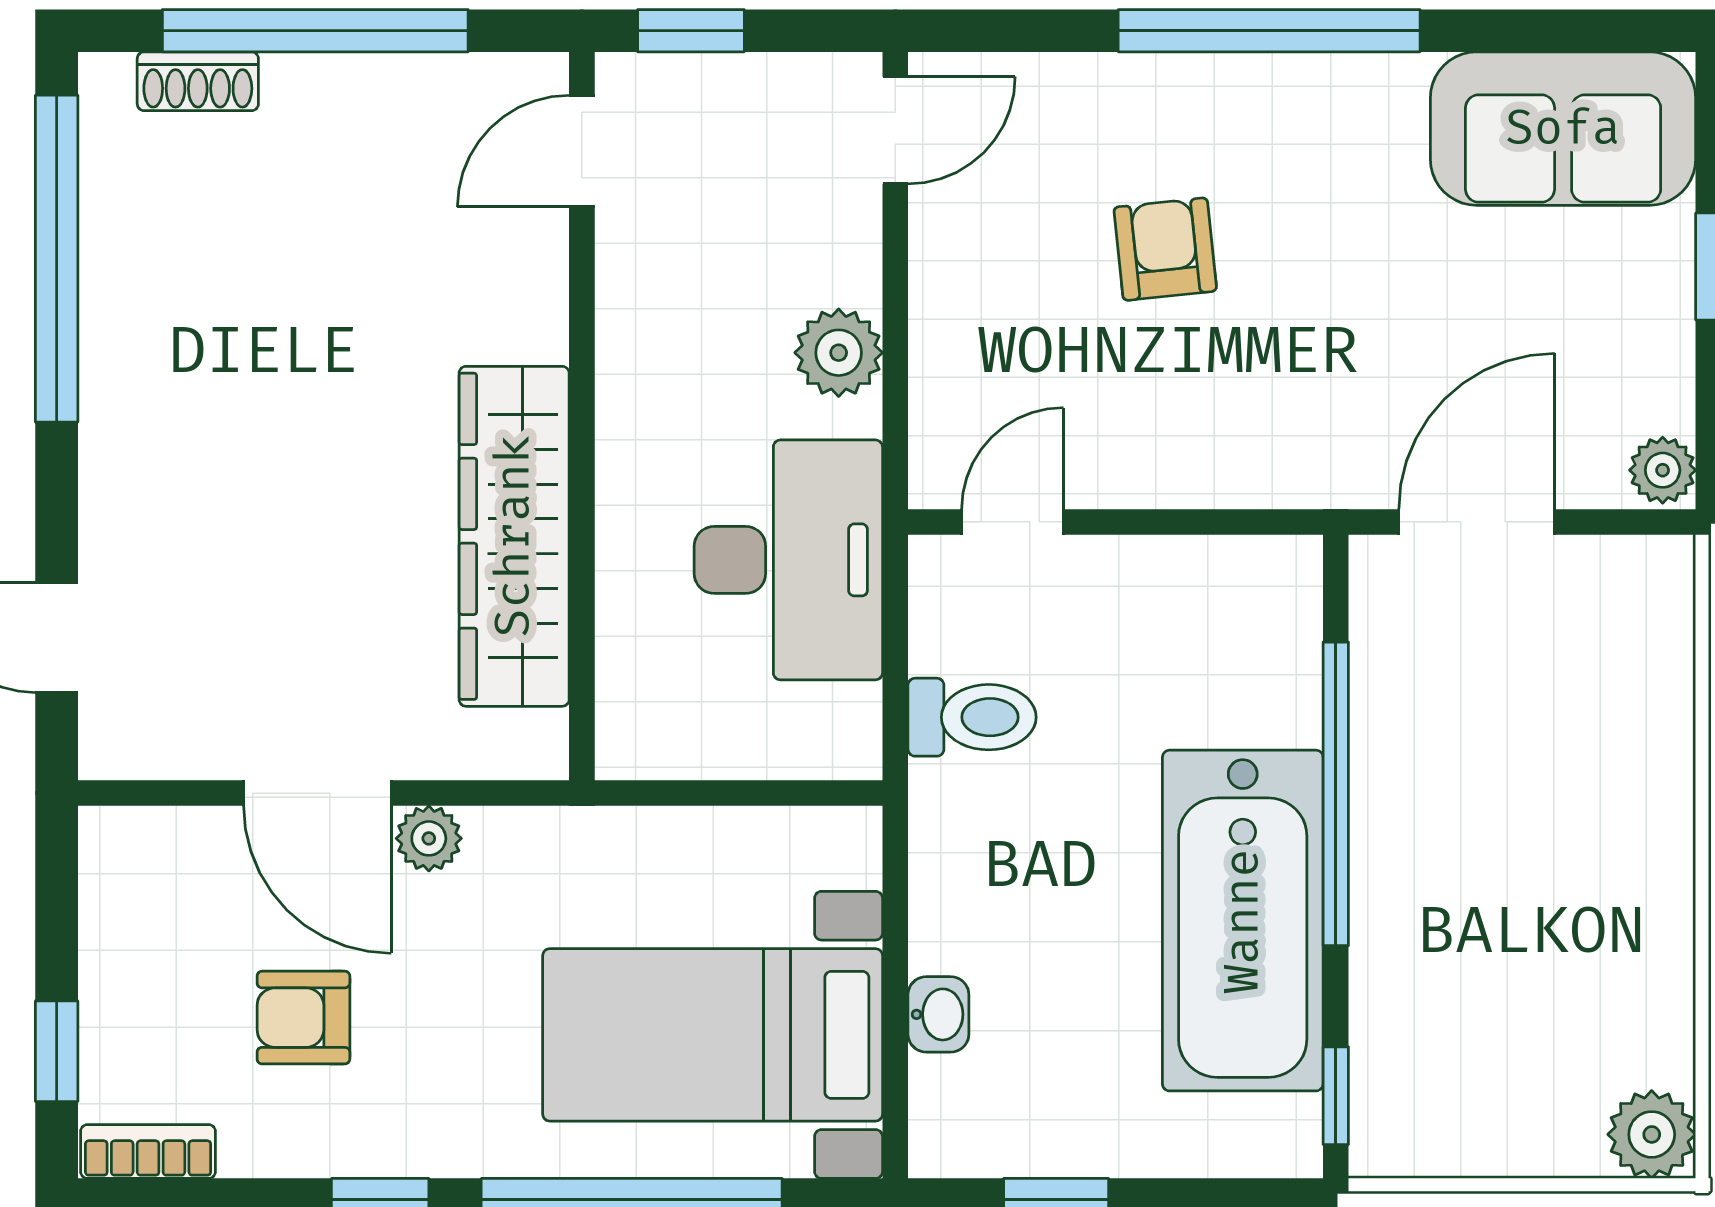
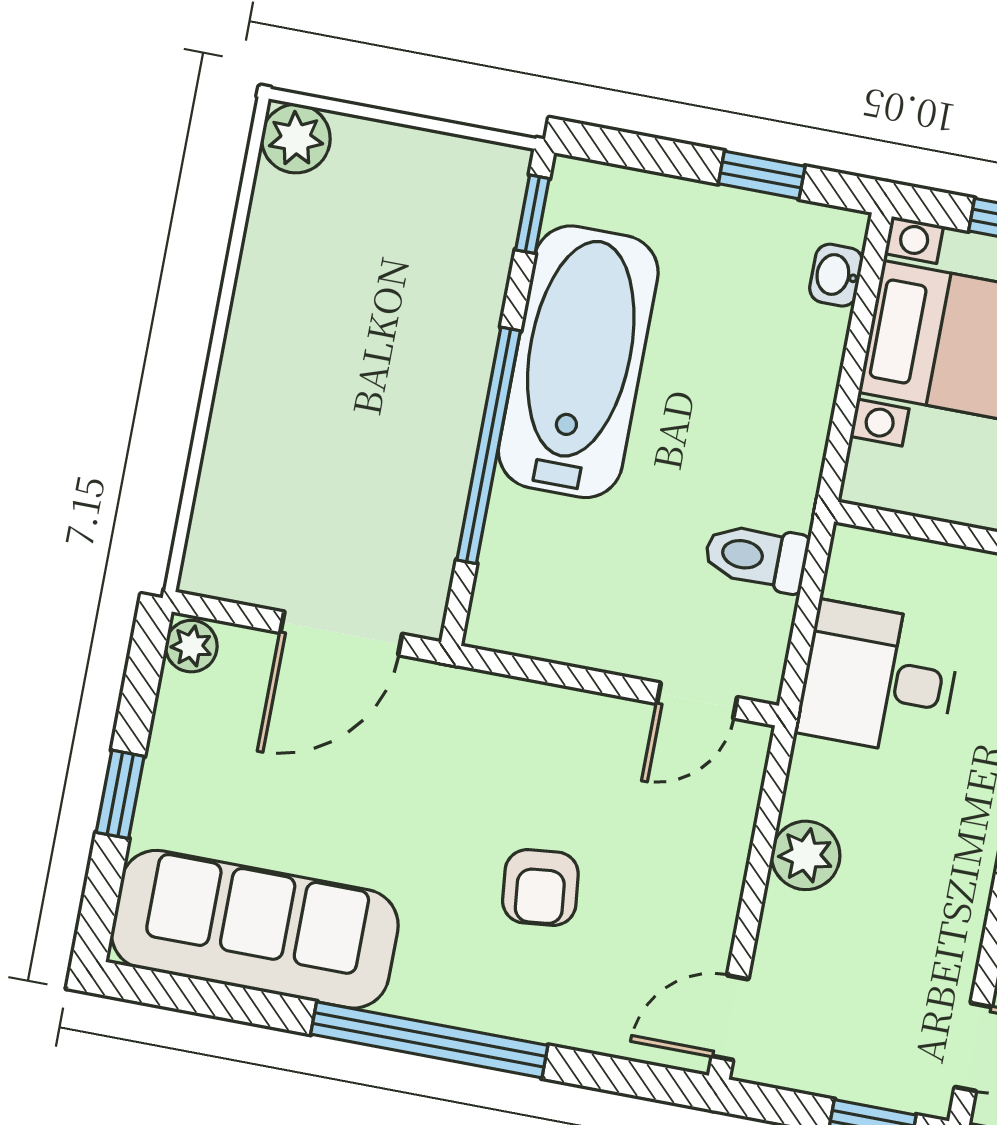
sofa: (1563, 129) -> (255, 929), width x1.36
desk: (788, 560) -> (879, 679), width x0.73
washbasin: (938, 1014) -> (836, 275), moved

